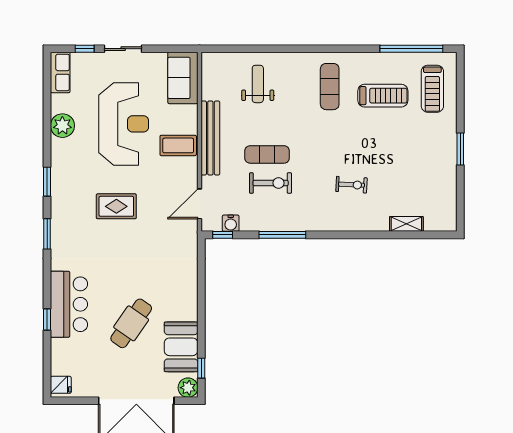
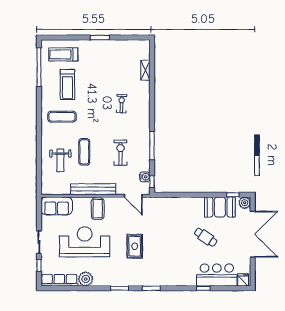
row of seats: (60, 72) -> (59, 280), width x1.48
weight bench: (258, 84) -> (60, 160), turned -90
treadmill: (432, 89) -> (63, 54), turned 180
treadmill: (383, 96) -> (67, 84), turned 180
exercise mat: (267, 154) -> (84, 152), moved
bar counter: (69, 304) -> (217, 275), moved
cafe table: (131, 323) -> (206, 237), width x0.73, depth x0.74

